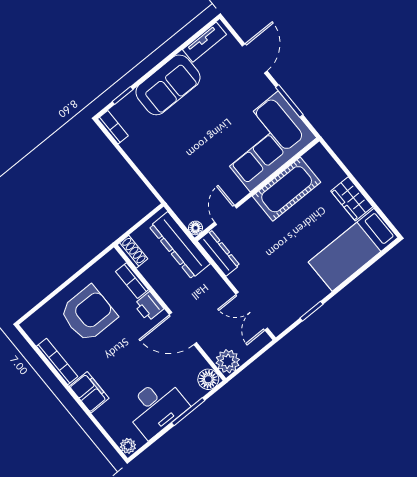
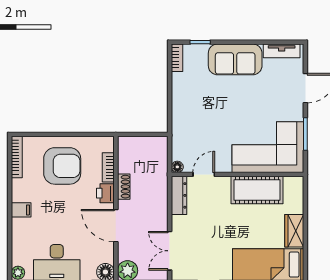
dresser: (180, 245) -> (158, 170), removed
shoe rack: (132, 252) -> (124, 187), moved
bookcase: (57, 361) -> (17, 157), moved
filing cabinet: (89, 392) -> (21, 210), width x0.50

